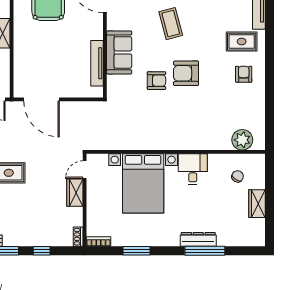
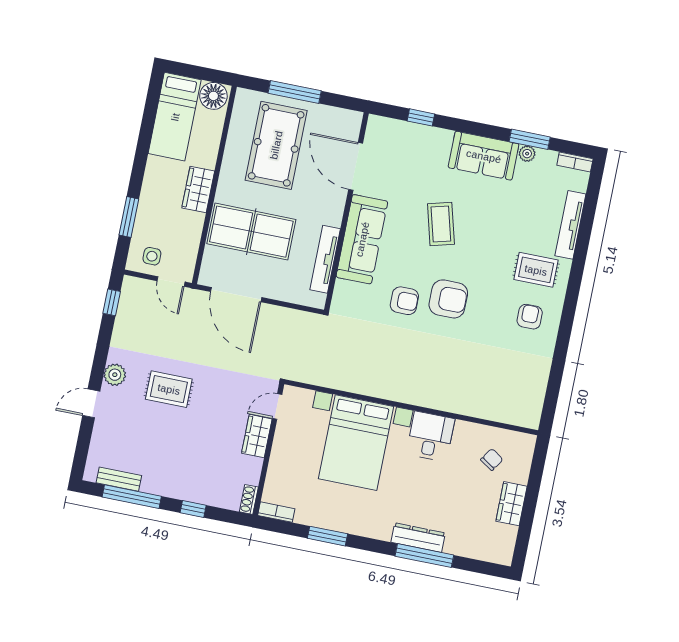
sofa: (119, 52) -> (362, 239), width x1.36
table tennis table: (43, 55) -> (251, 232), added
armchair: (186, 73) -> (448, 299), turned 180
plant: (242, 140) -> (509, 409), removed

